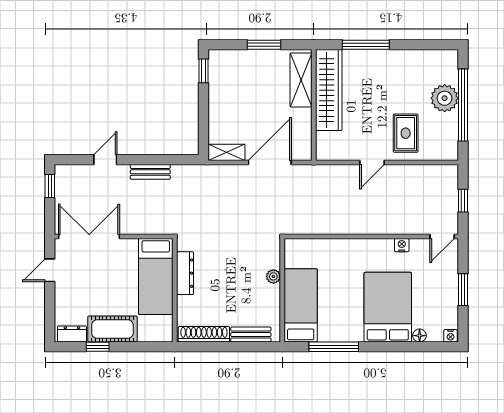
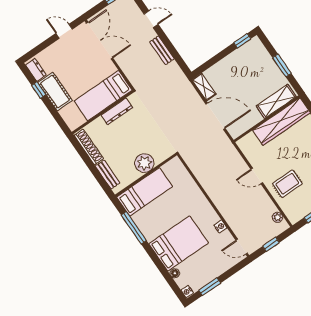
plant: (437, 171) -> (278, 217), added
plant: (273, 276) -> (144, 163), width x1.88, depth x1.88
window: (463, 290) -> (210, 287), moved

